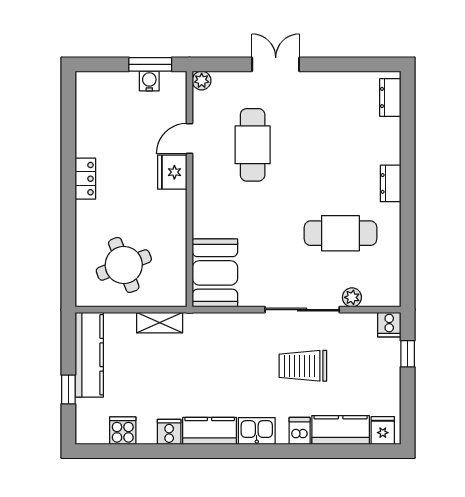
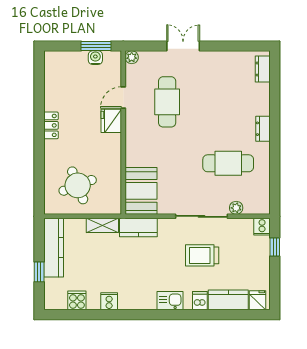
kitchen counter: (210, 431) -> (138, 228), moved, turned 180

